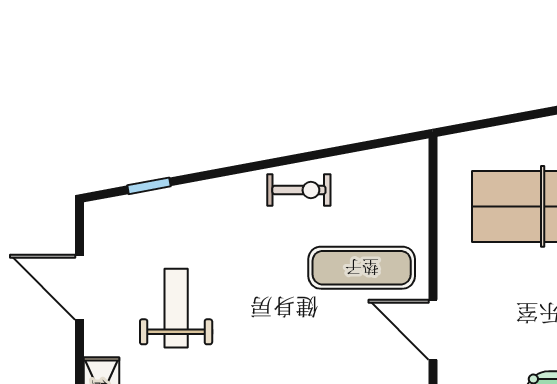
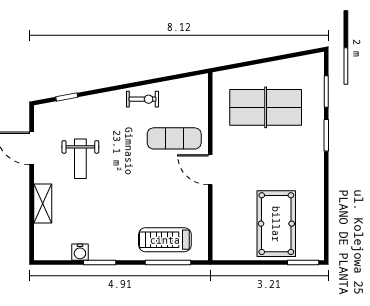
weight bench: (176, 308) -> (80, 159), turned 180

